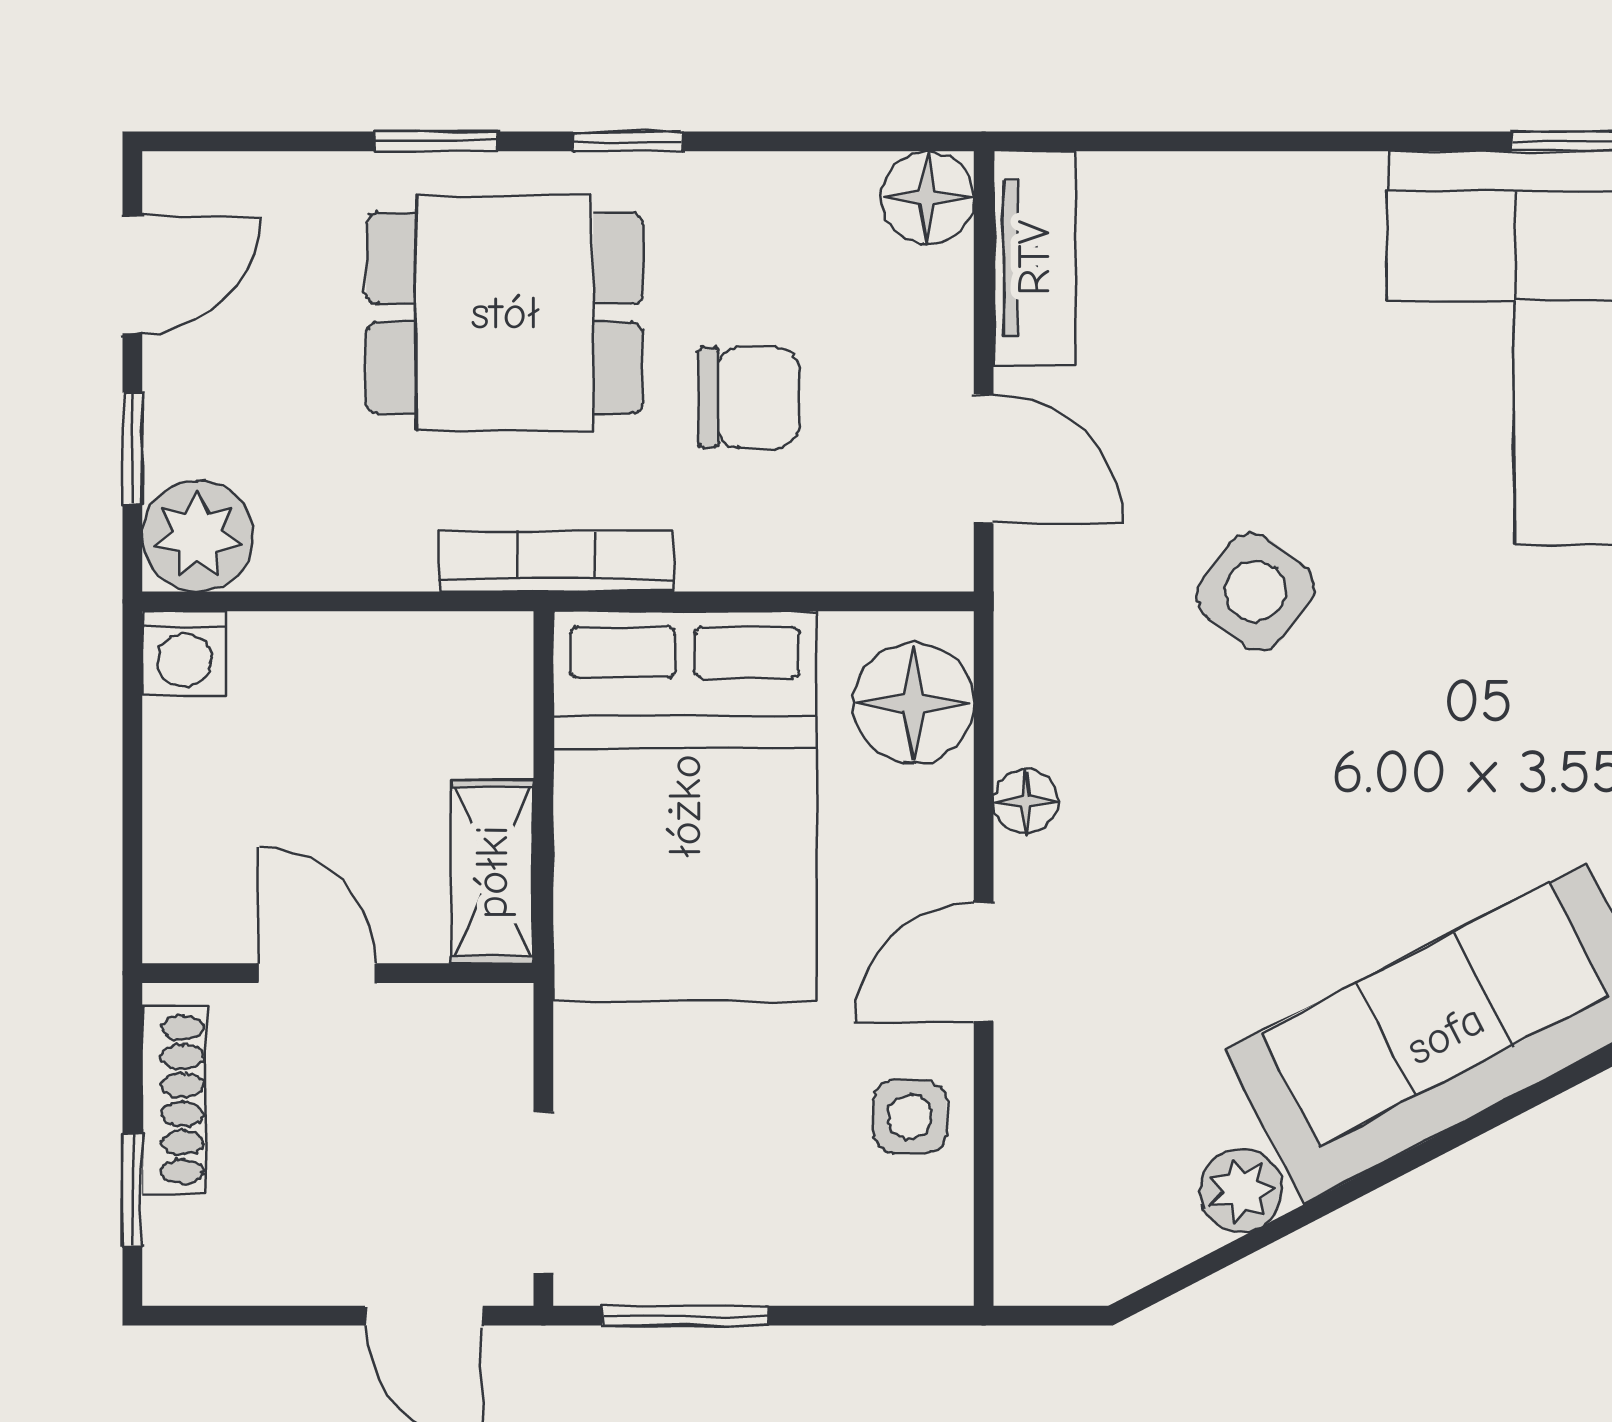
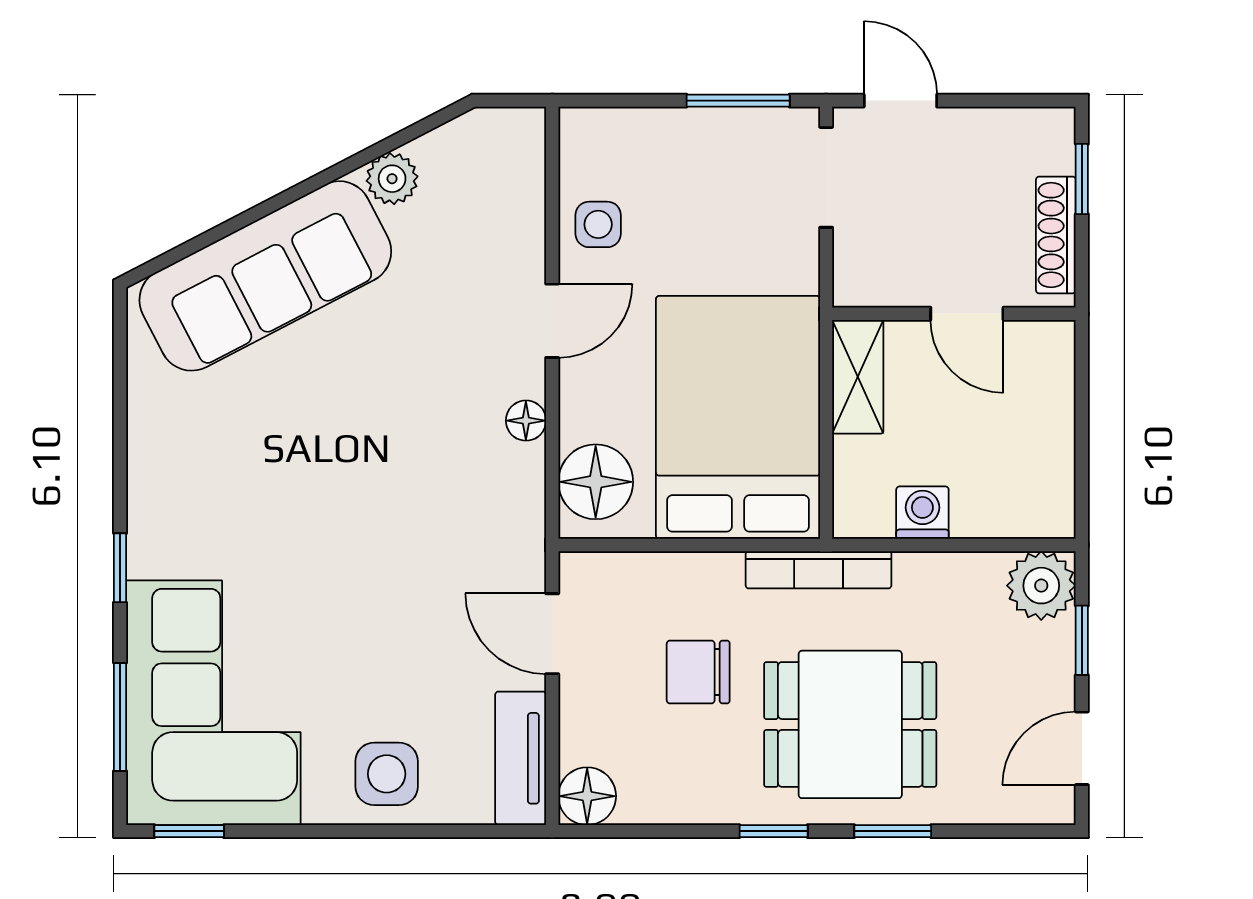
side table: (1255, 591) -> (387, 774), moved, turned -37
washing machine: (184, 653) -> (922, 513), moved

